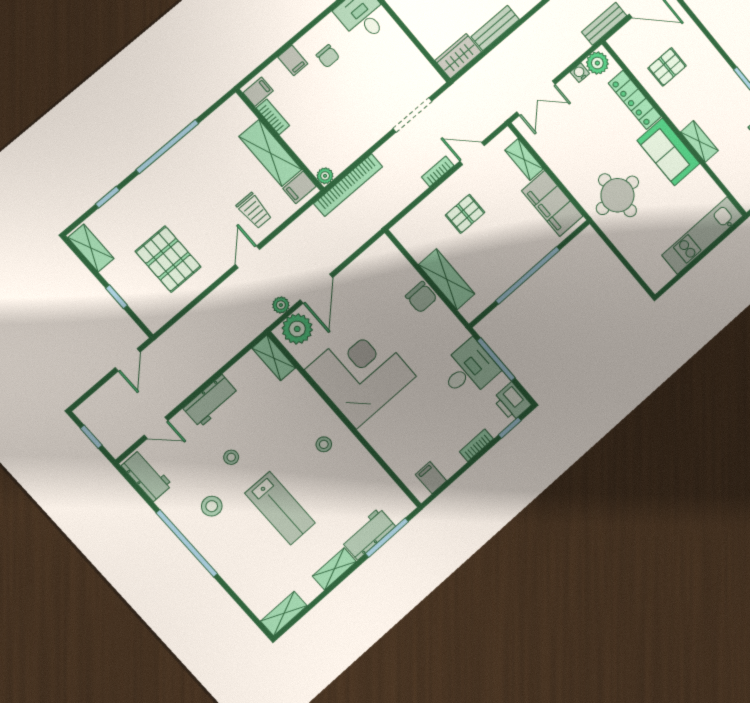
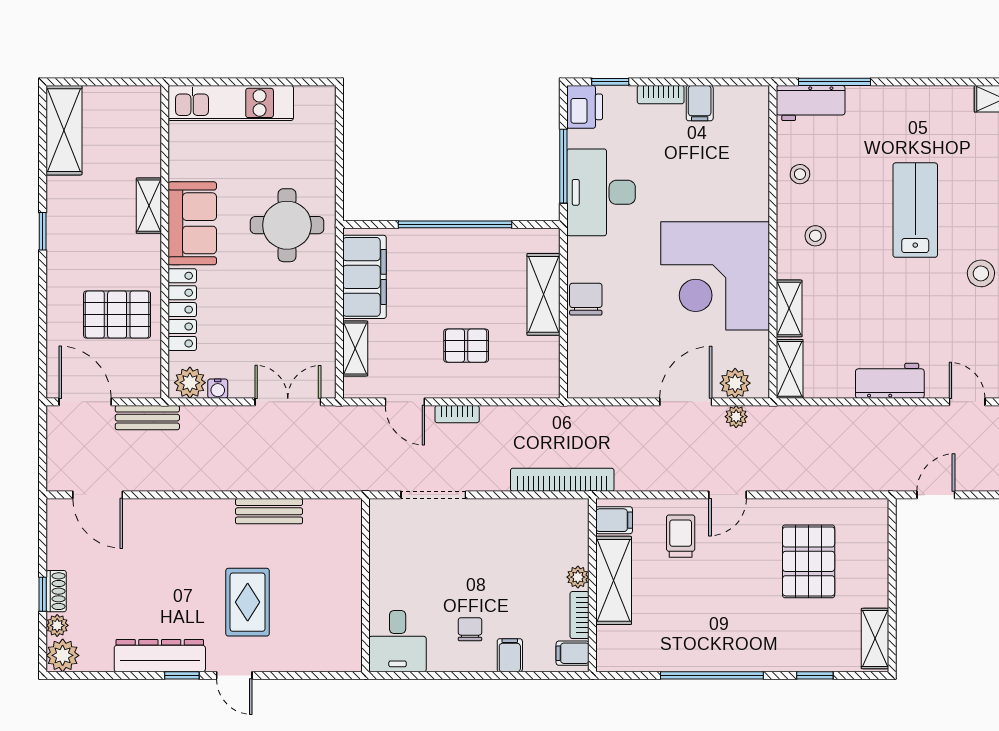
wardrobe: (458, 56) -> (333, 515), removed
pallet: (667, 67) -> (117, 315), width x1.50, depth x1.42
plant: (325, 176) -> (578, 577), moved
window: (116, 297) -> (892, 568), removed
plant: (297, 329) -> (735, 383), width x0.73, depth x0.73
desk: (469, 370) -> (601, 192), width x1.37
stool: (231, 457) -> (800, 174), moved
filing cabinet: (431, 478) -> (700, 103), moved
workbench: (368, 534) -> (811, 103), moved
shelving: (334, 569) -> (789, 308), moved, turned 90

